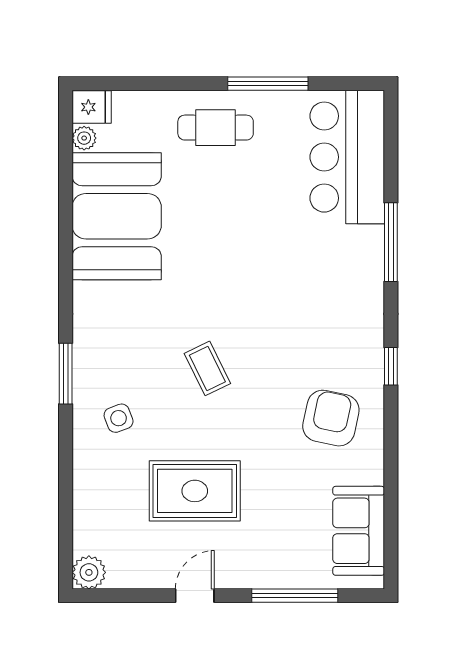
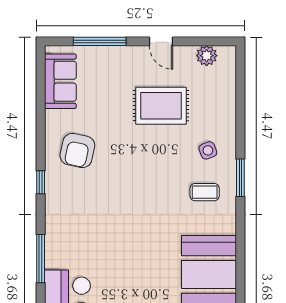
coffee table: (207, 368) -> (205, 192), moved, turned -64
plant: (89, 572) -> (207, 56), moved
door: (195, 596) -> (161, 41), hinge flipped

